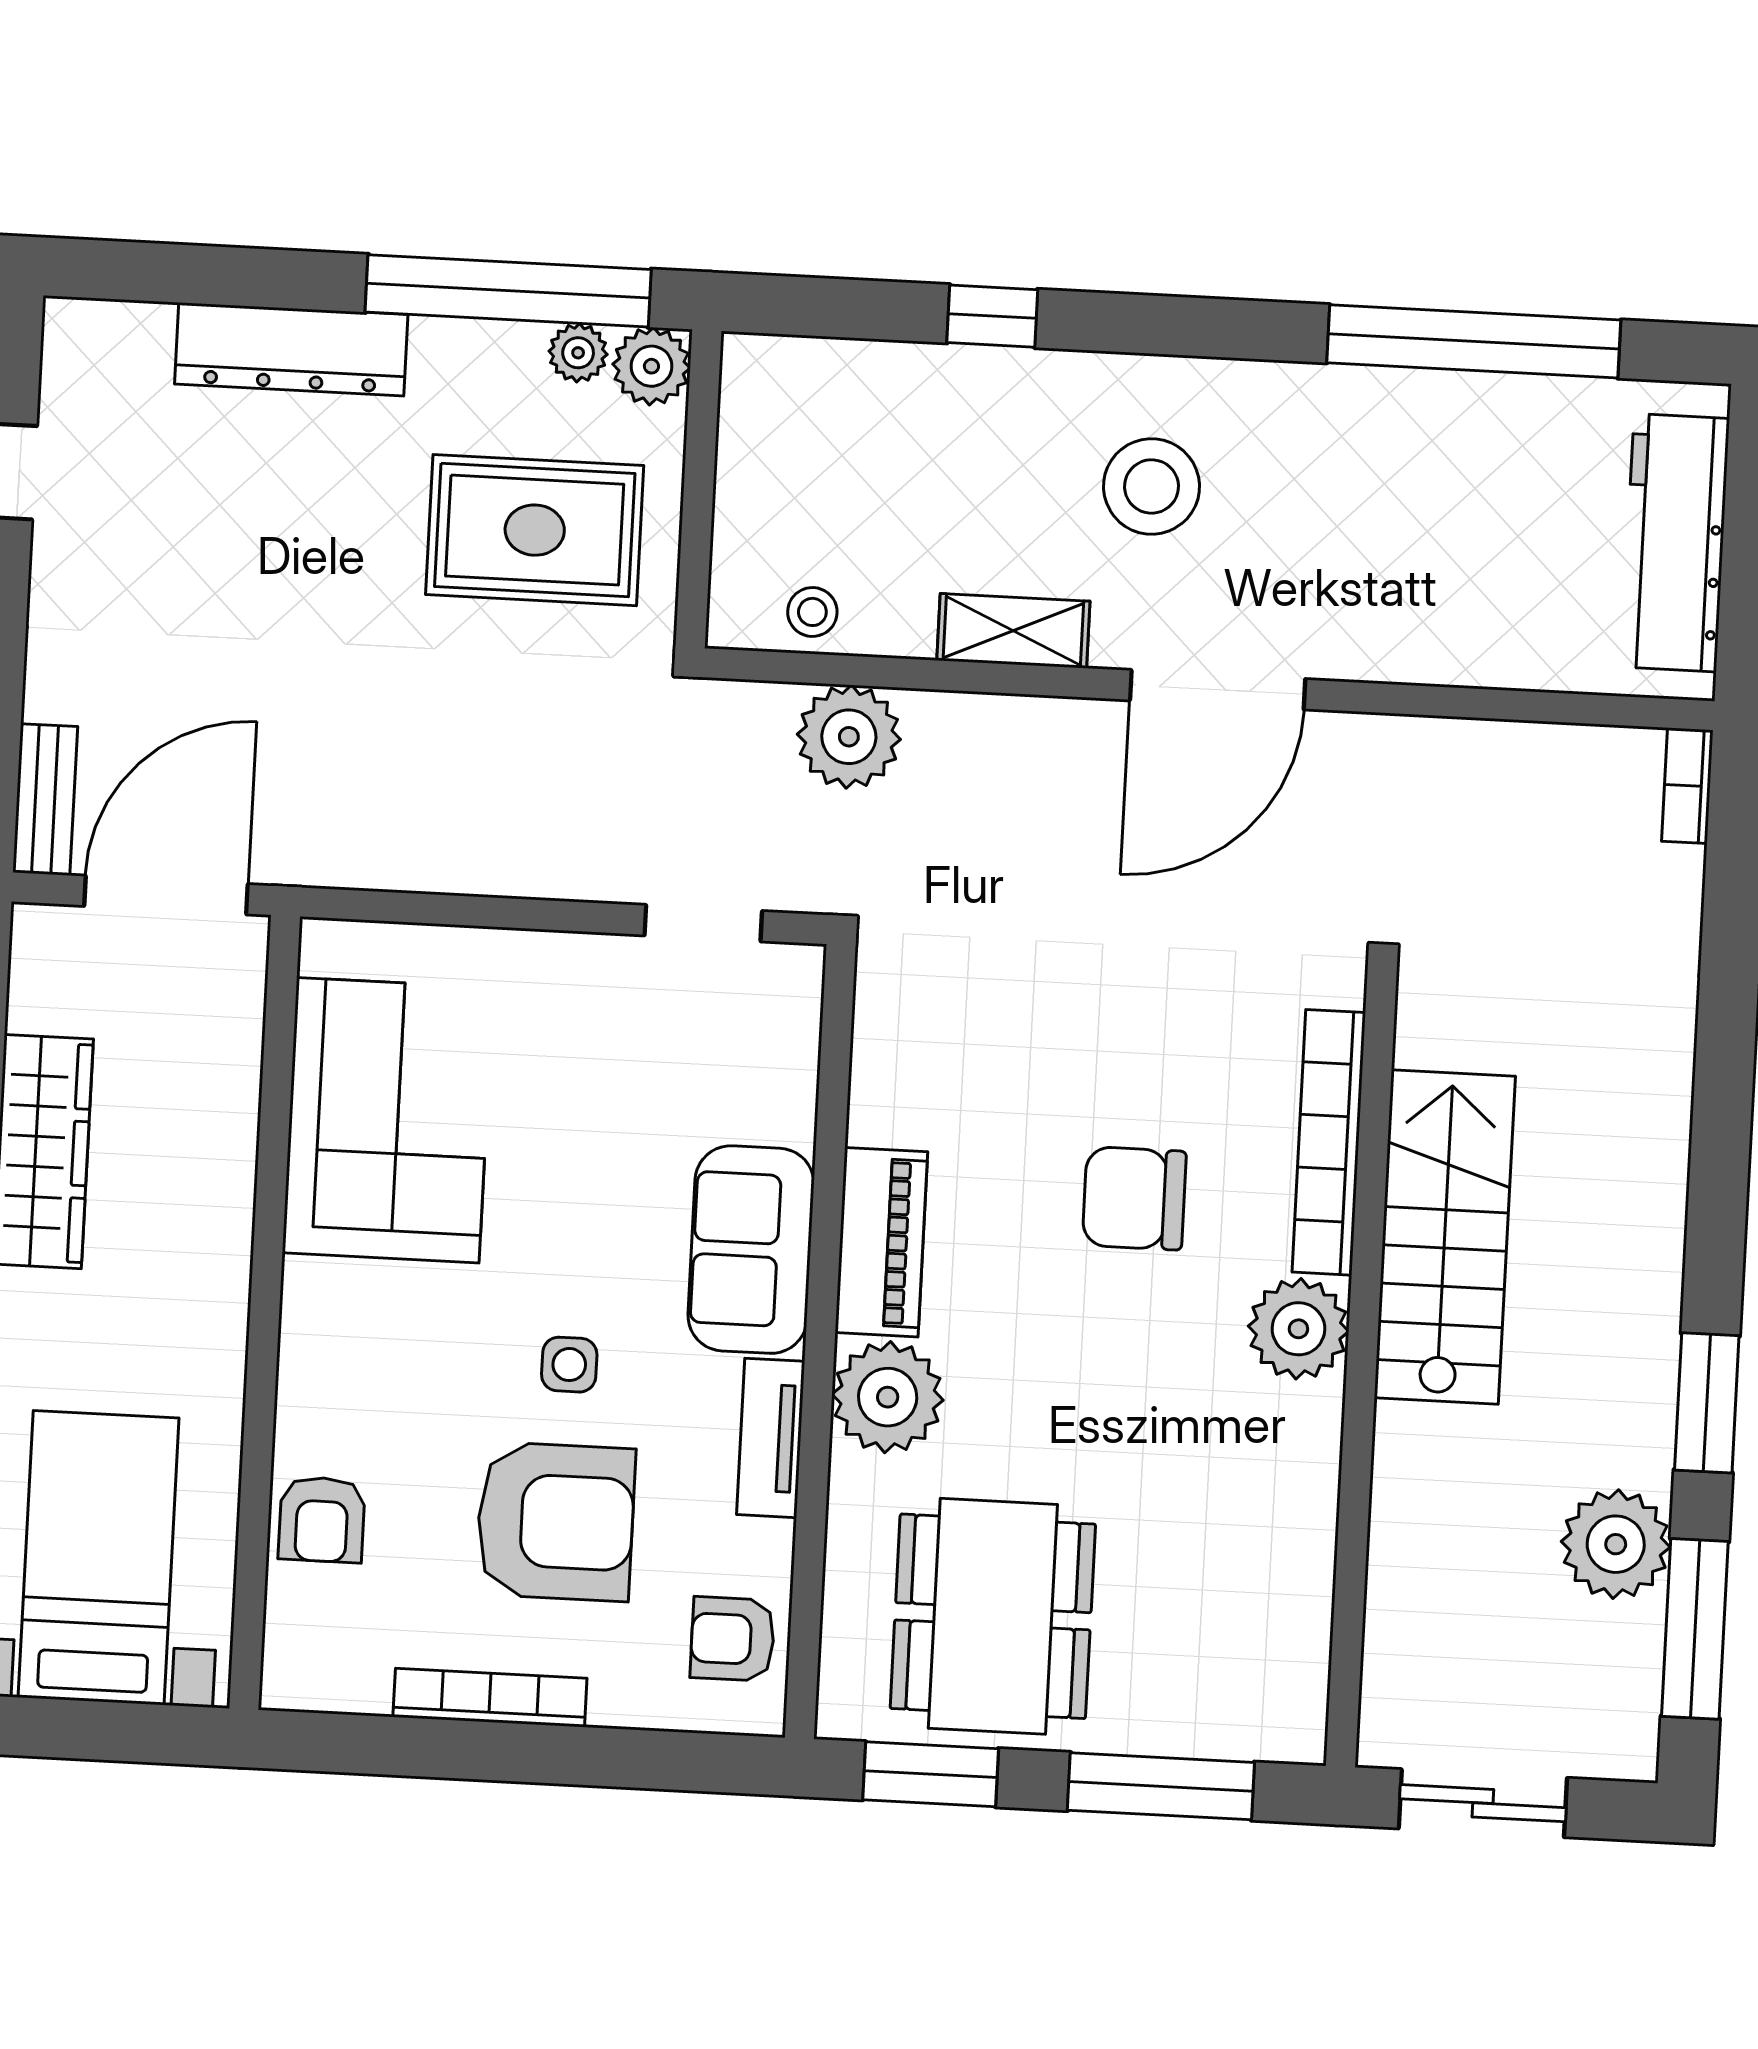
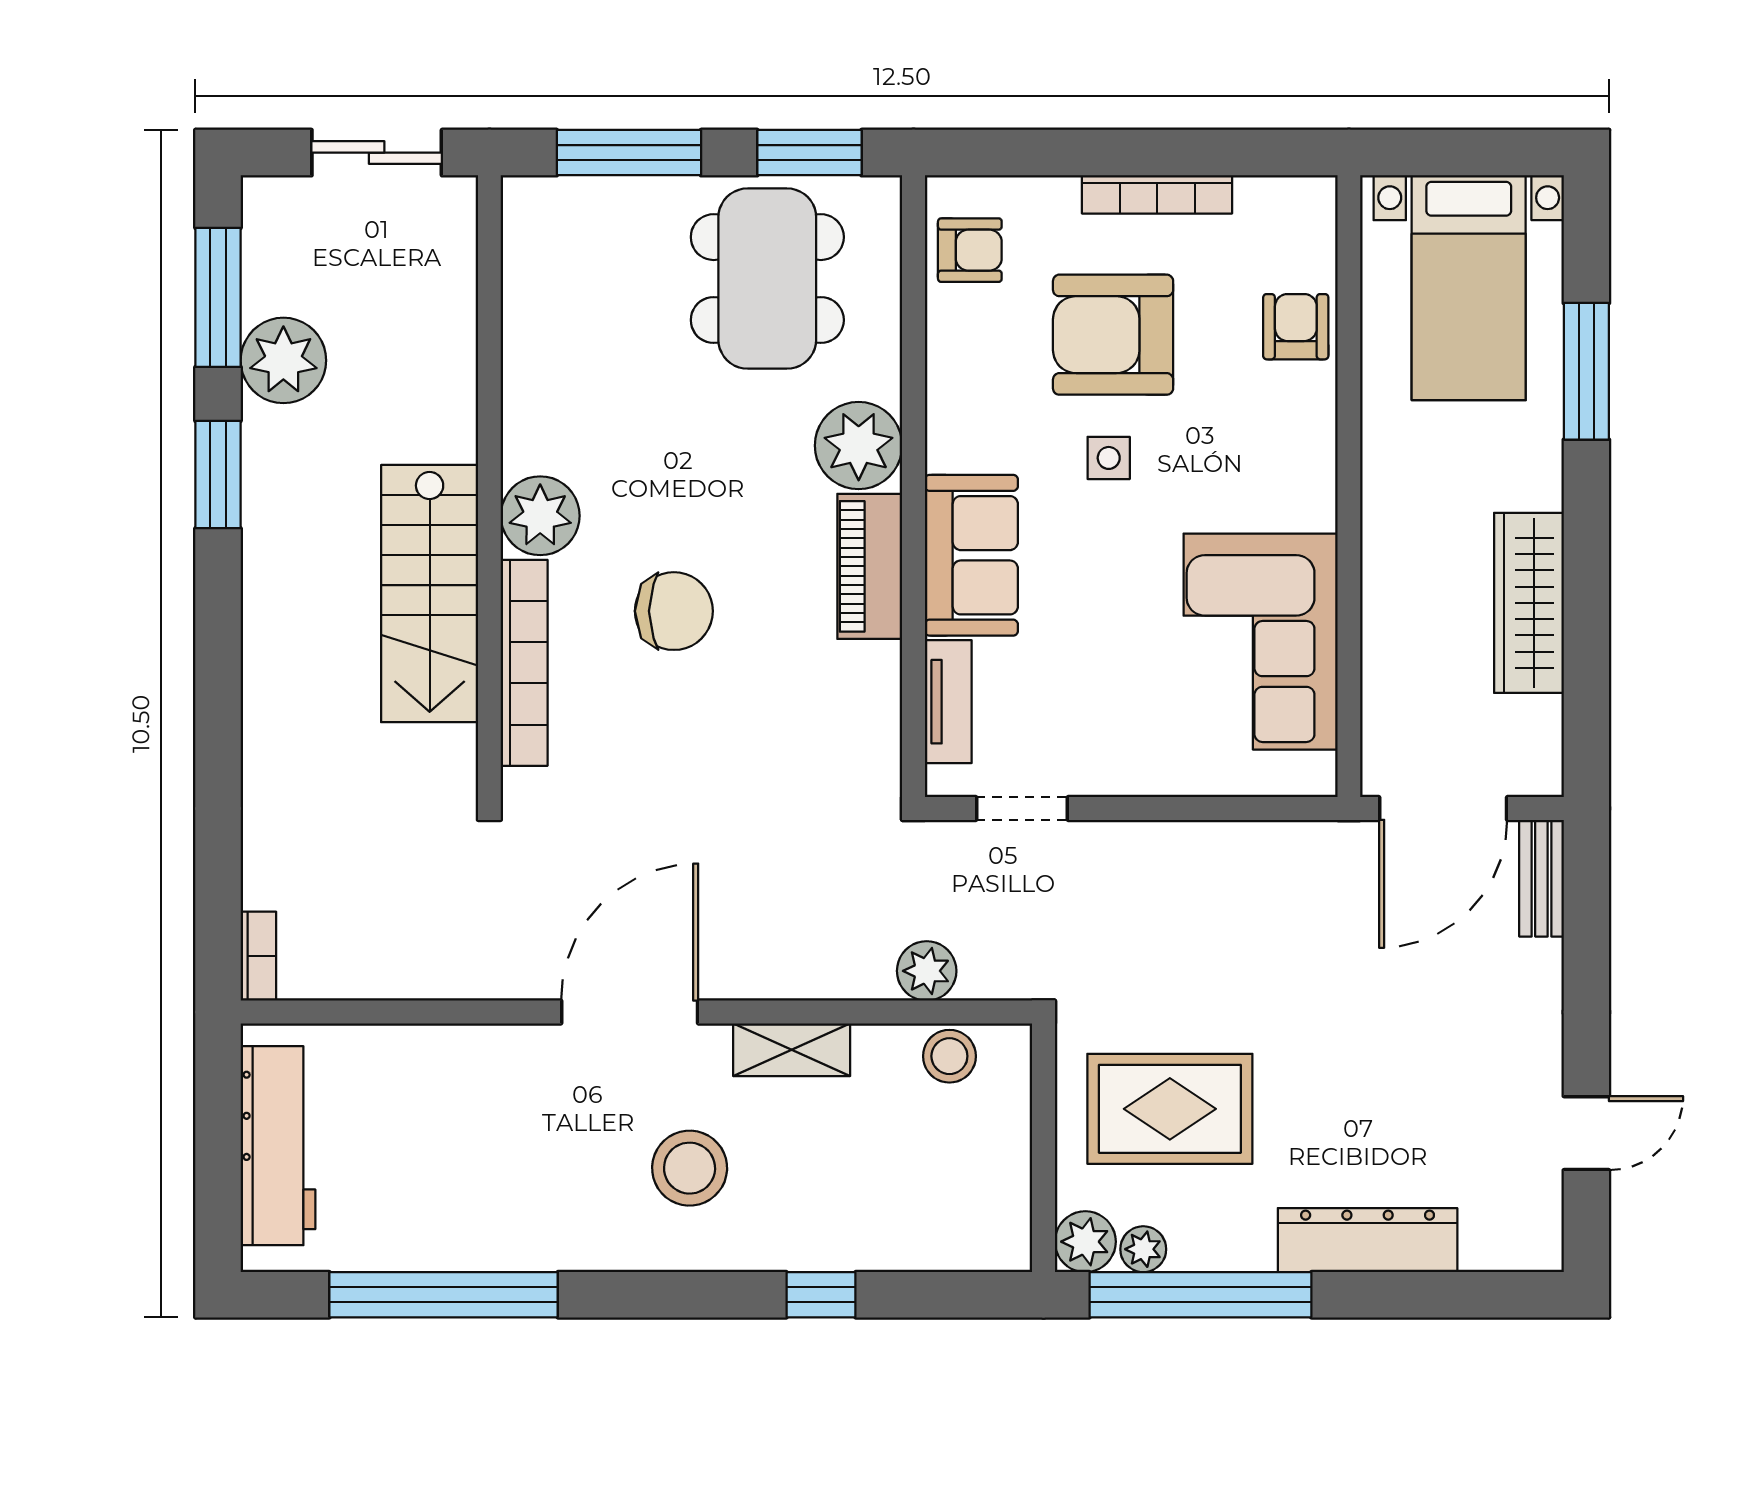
stool: (812, 612) -> (949, 1056), width x1.37, depth x1.37
plant: (849, 737) -> (927, 971), width x0.73, depth x0.73
tv unit: (771, 1438) -> (948, 702), moved

